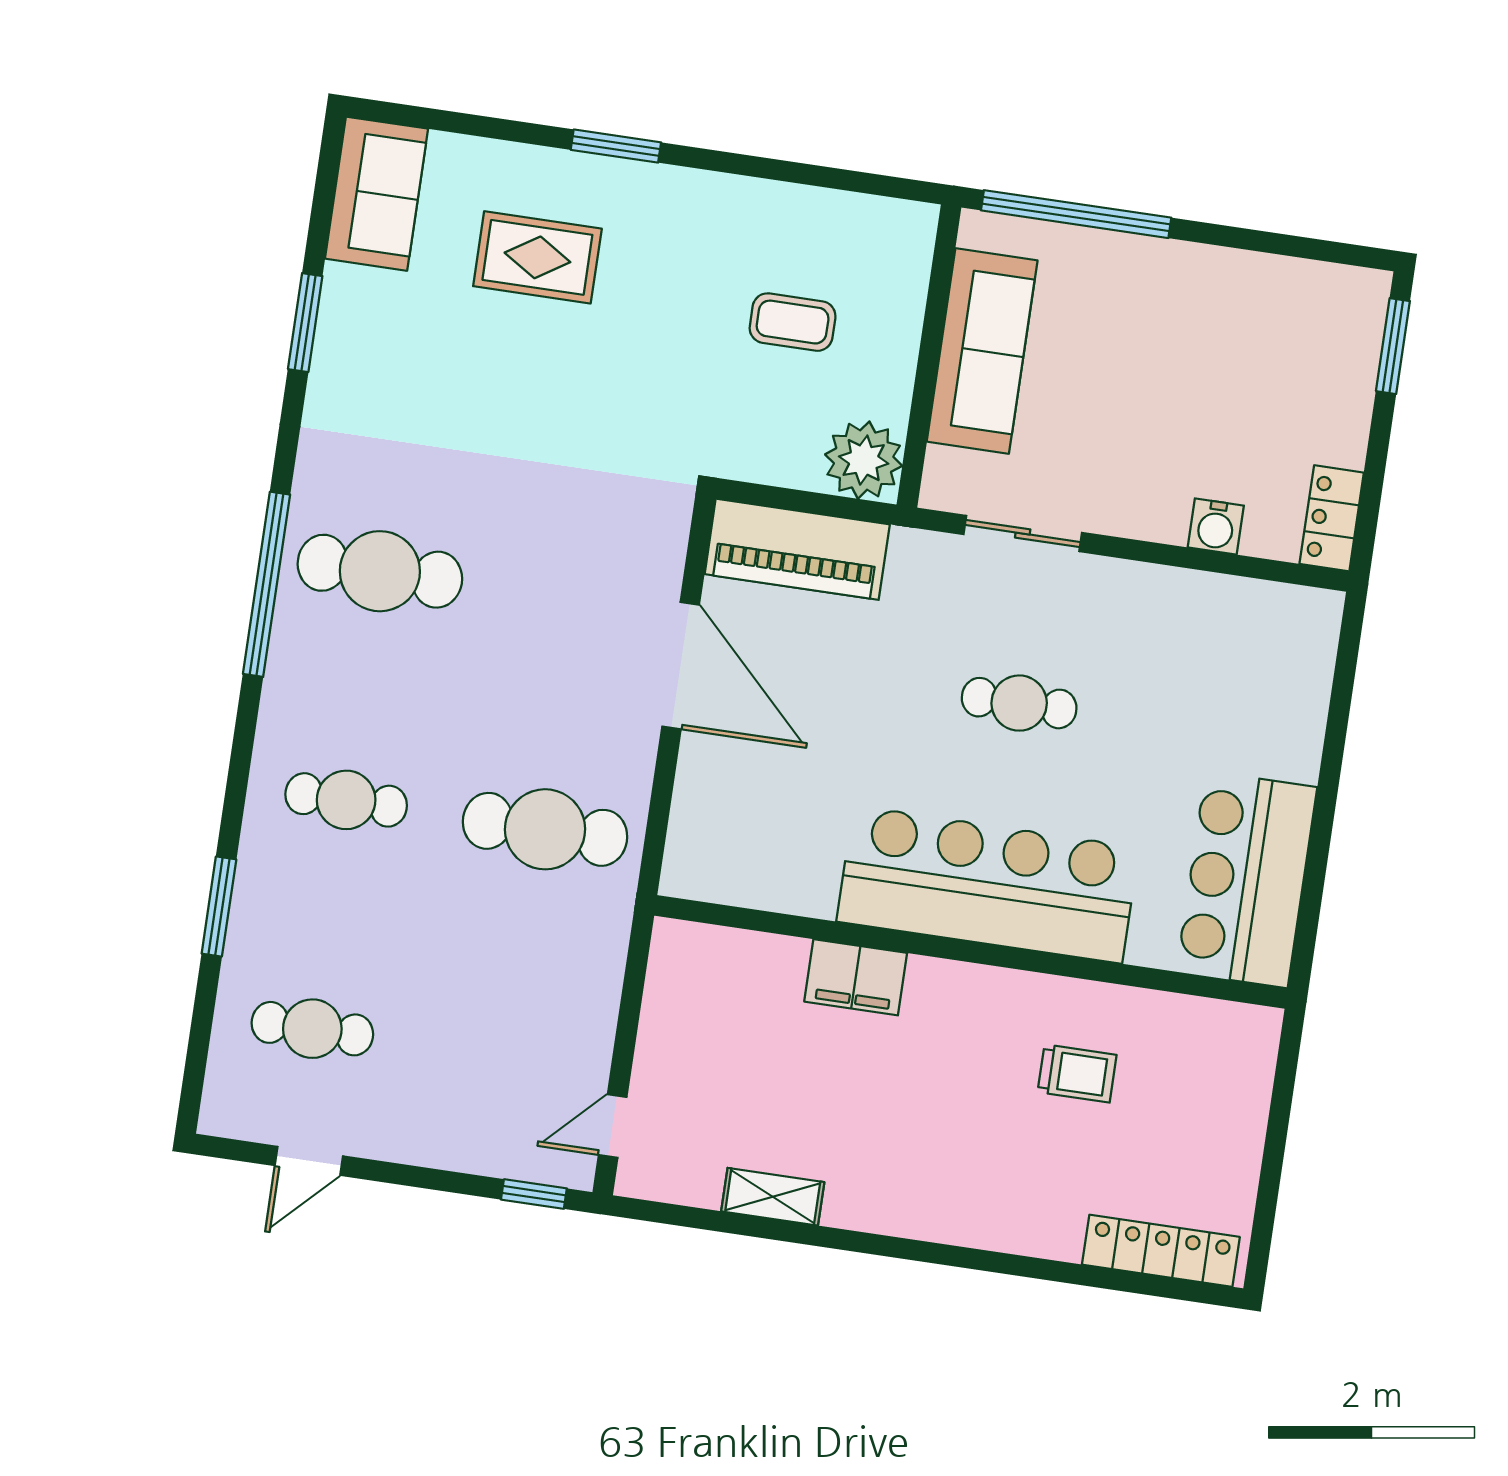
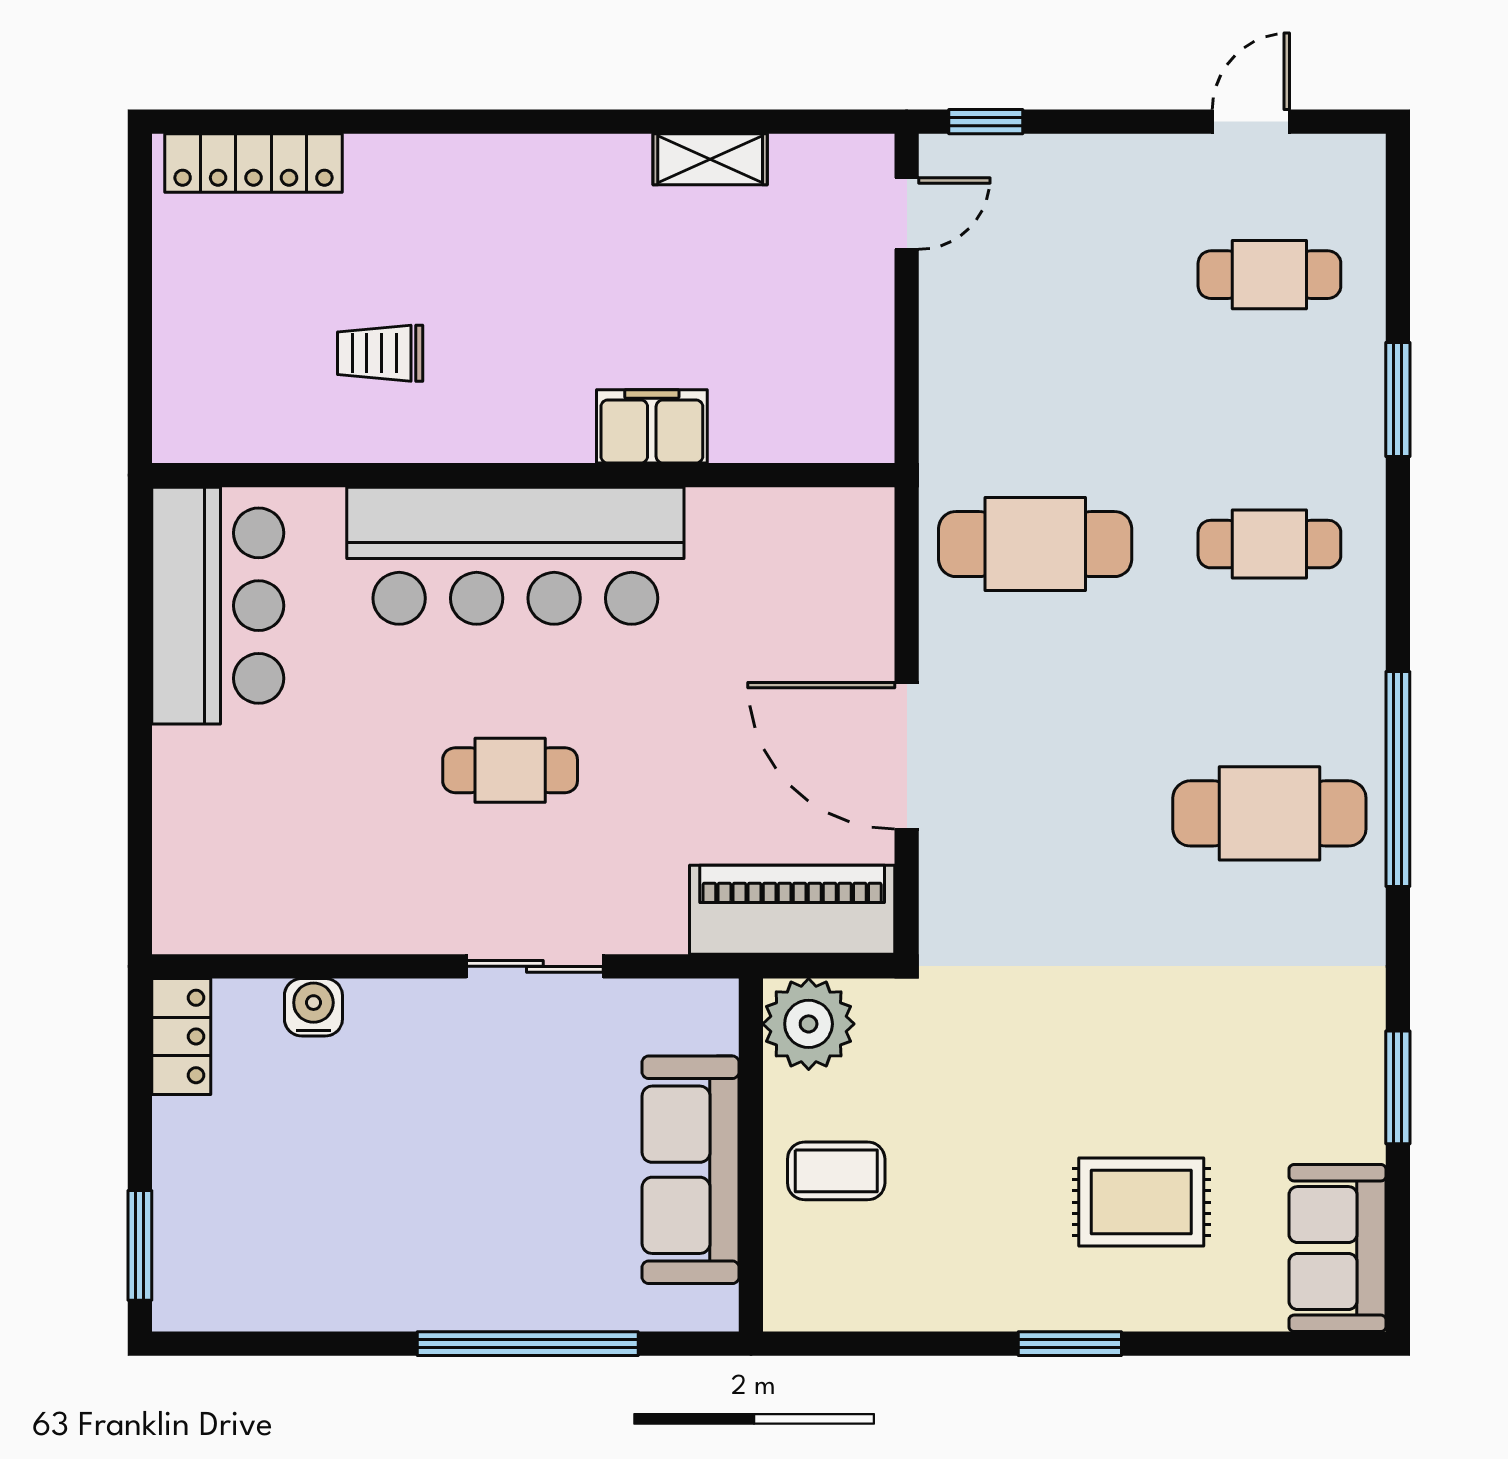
sofa: (982, 351) -> (691, 1170), moved
wall: (929, 356) -> (751, 1155), moved
plant: (864, 460) -> (809, 1024), moved

